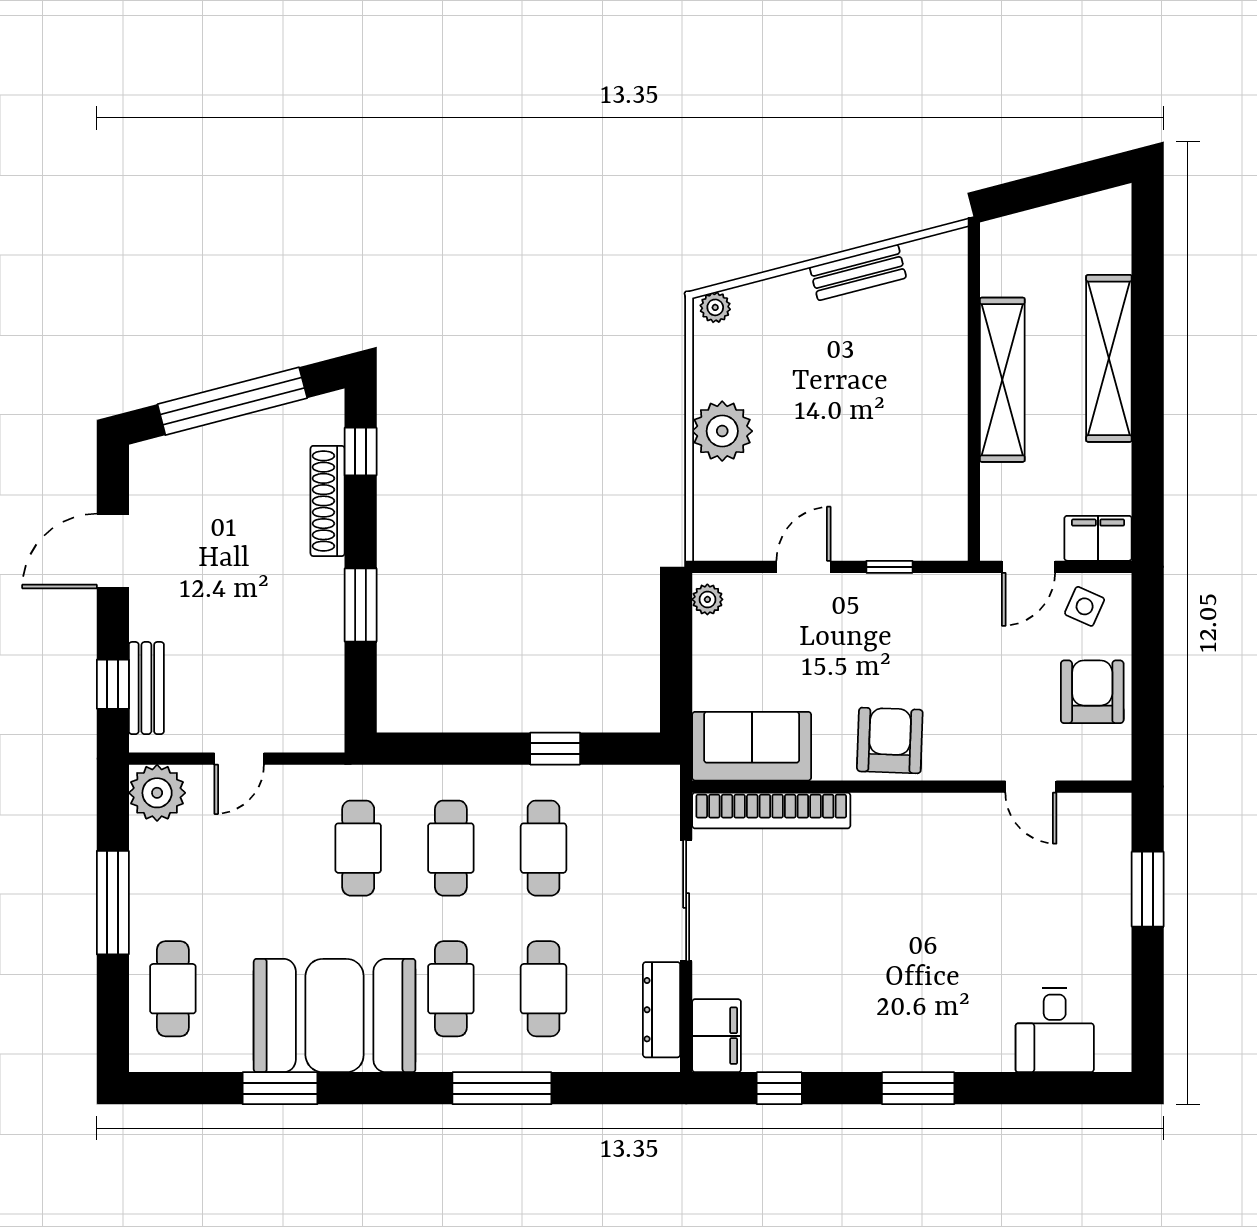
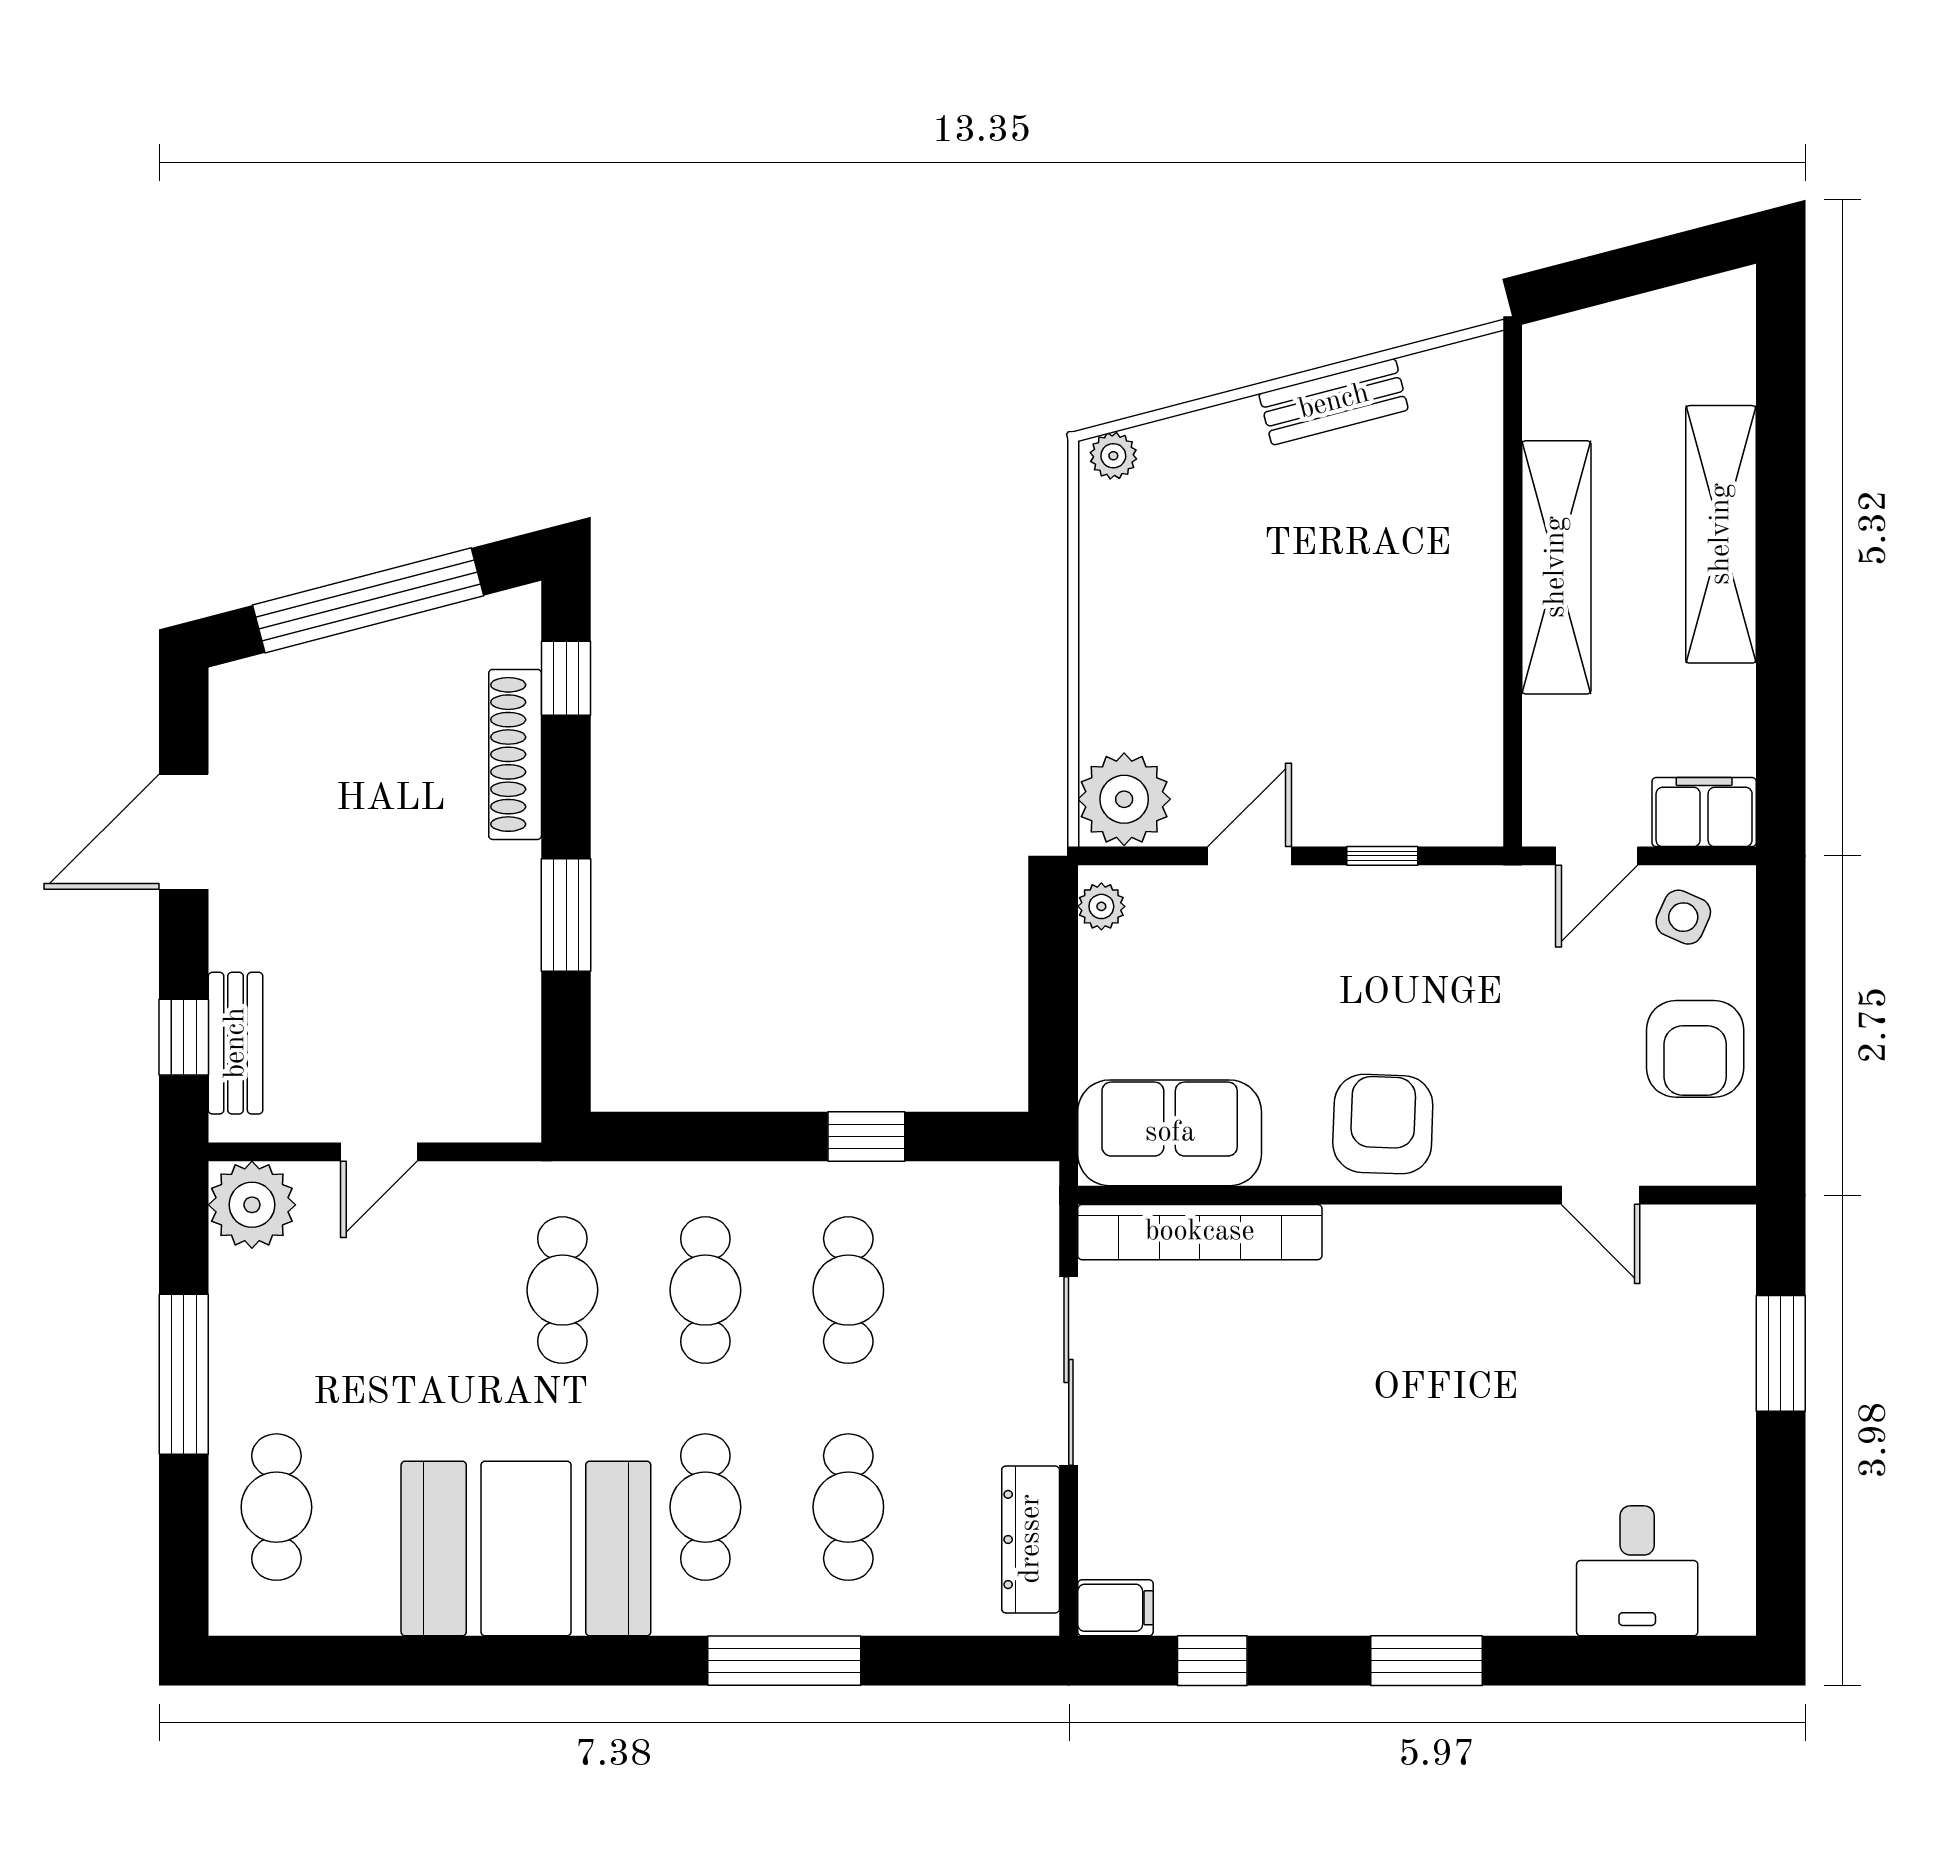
plant: (722, 431) -> (1124, 799), moved
armchair: (1092, 692) -> (1695, 1049), turned 180
filing cabinet: (717, 1036) -> (1115, 1608), width x0.50
window: (280, 1088) -> (442, 1661), removed

